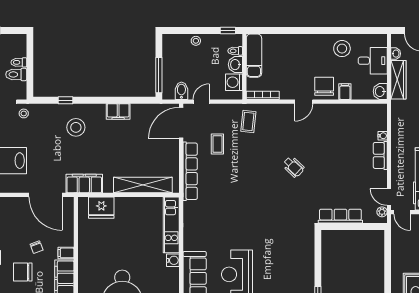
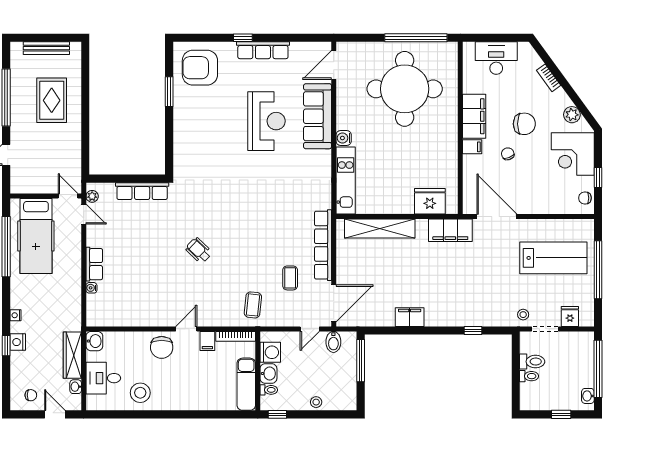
filing cabinet: (345, 92) -> (207, 341), moved
stool: (76, 127) -> (460, 298), removed

